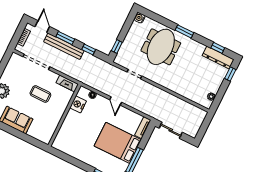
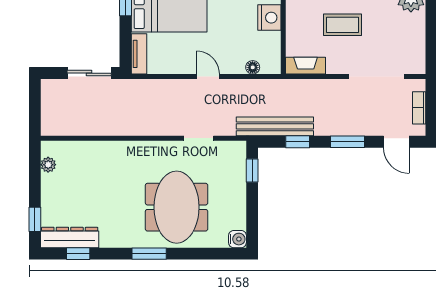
bench: (64, 46) -> (275, 126), moved
nightstand: (78, 104) -> (269, 18), moved

